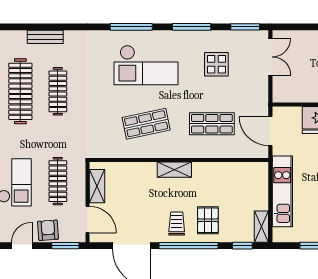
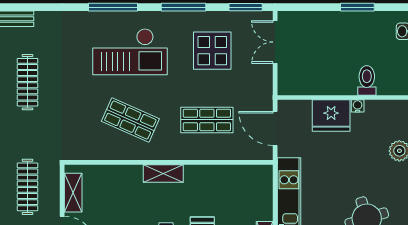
double door: (270, 57) -> (275, 42), swing flipped
display table: (216, 64) -> (212, 51), width x1.36, depth x1.36
shop shelf: (146, 124) -> (130, 120), turned 36

